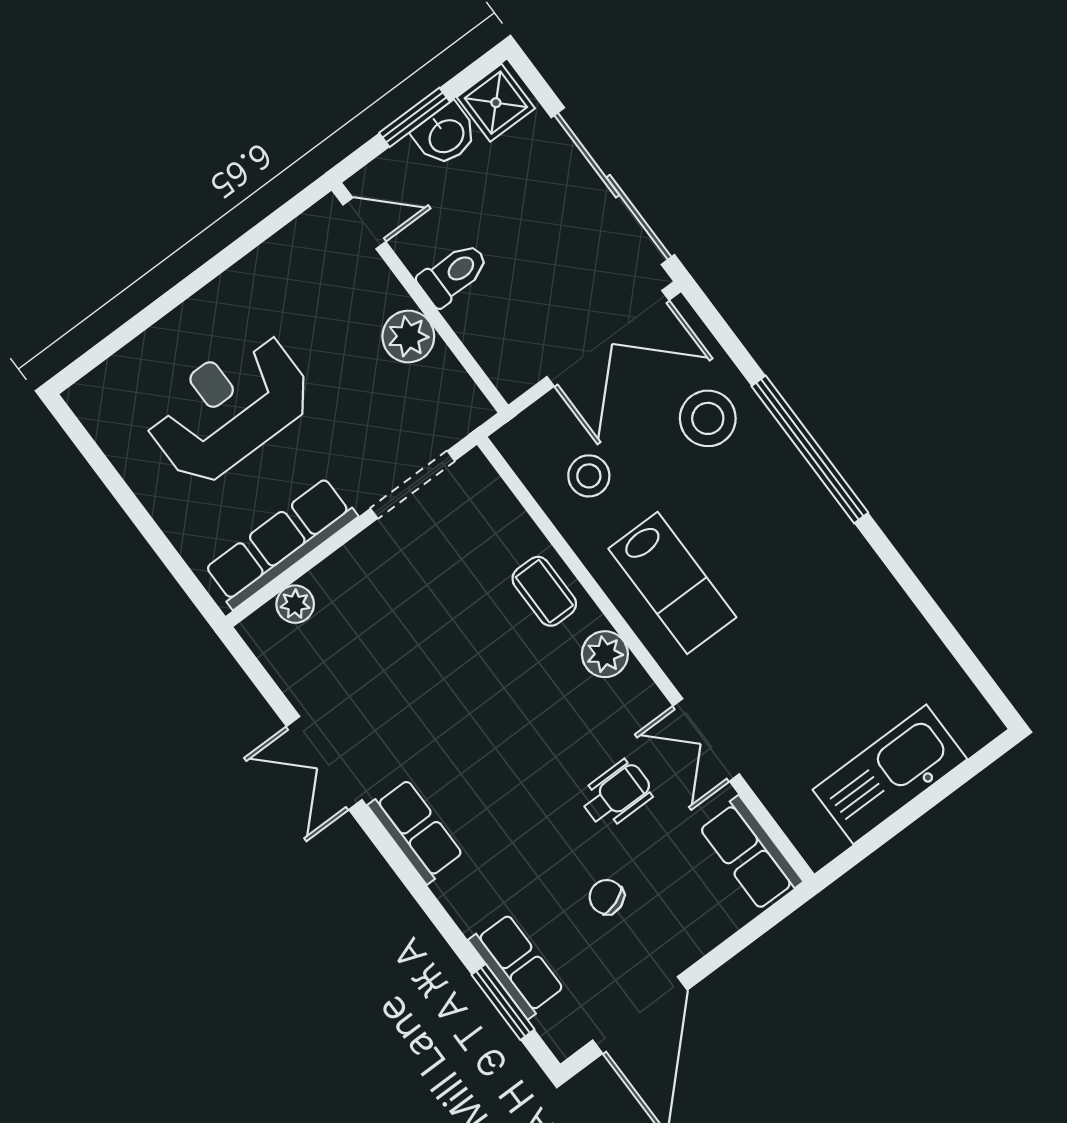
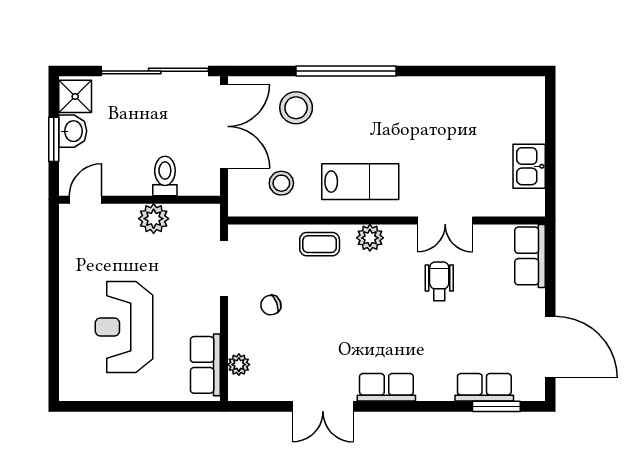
toilet: (453, 274) -> (165, 176), moved
row of seats: (281, 543) -> (205, 365), width x0.68
kitchen sink: (890, 774) -> (529, 166), width x0.53, depth x0.81
row of seats: (750, 854) -> (530, 256), moved, turned 90
chair: (607, 897) -> (271, 305), moved

